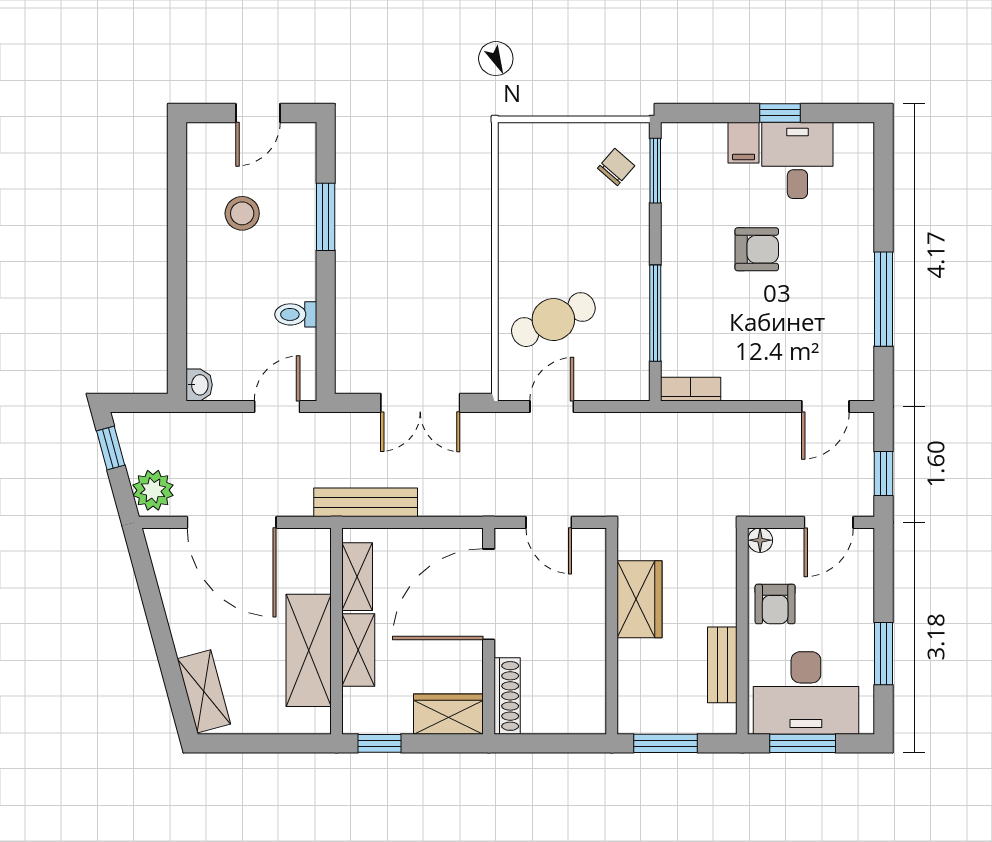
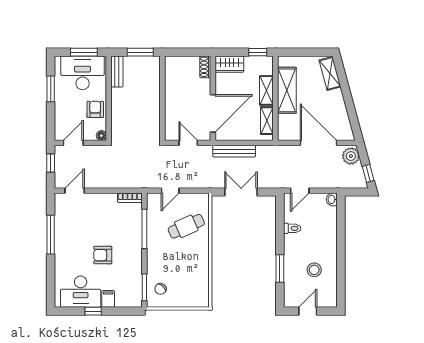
desk: (797, 160) -> (81, 292), width x1.37
door: (552, 406) -> (170, 191), moved
bench: (366, 502) -> (234, 151), moved
wardrobe: (640, 599) -> (151, 111), removed
bench: (722, 665) -> (117, 71), moved
shoe rack: (507, 696) -> (205, 67), width x0.70

